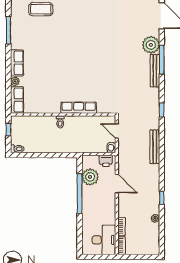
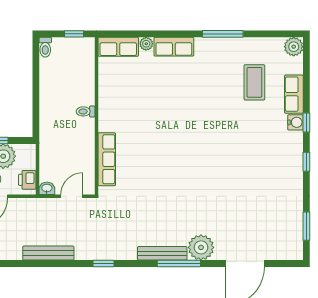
row of seats: (79, 108) -> (107, 159), moved

